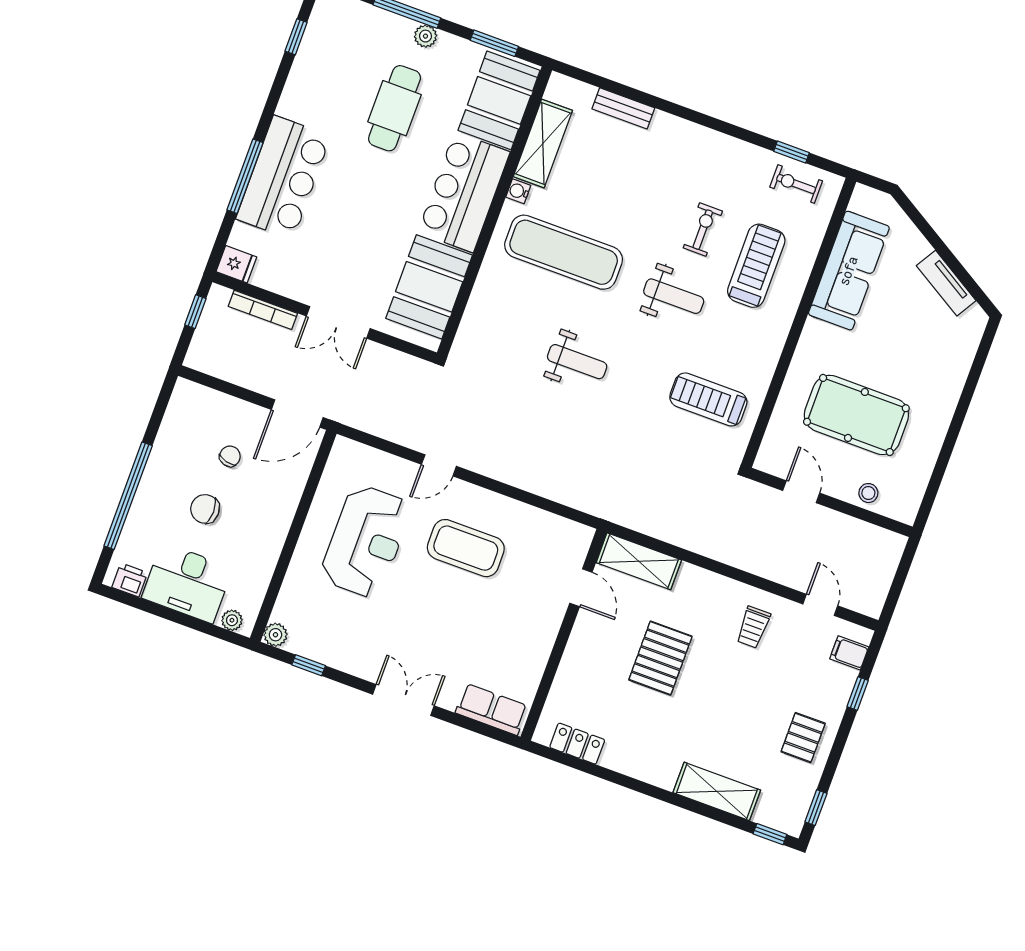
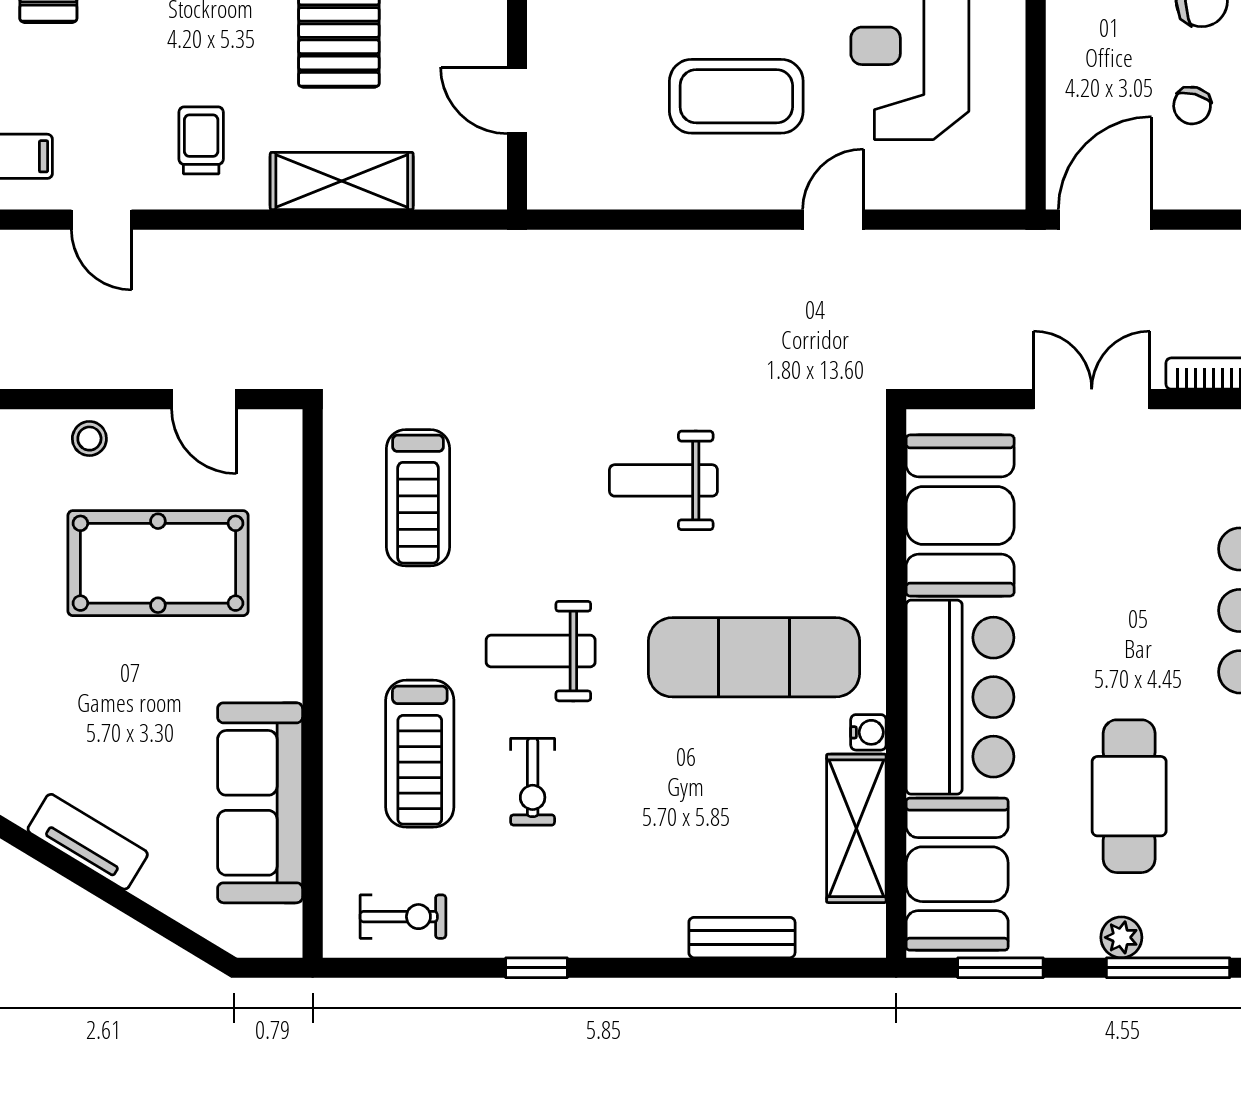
window: (792, 152) -> (536, 968), moved
treadmill: (708, 399) -> (418, 498), turned 90
shelving: (639, 561) -> (342, 181), moved

